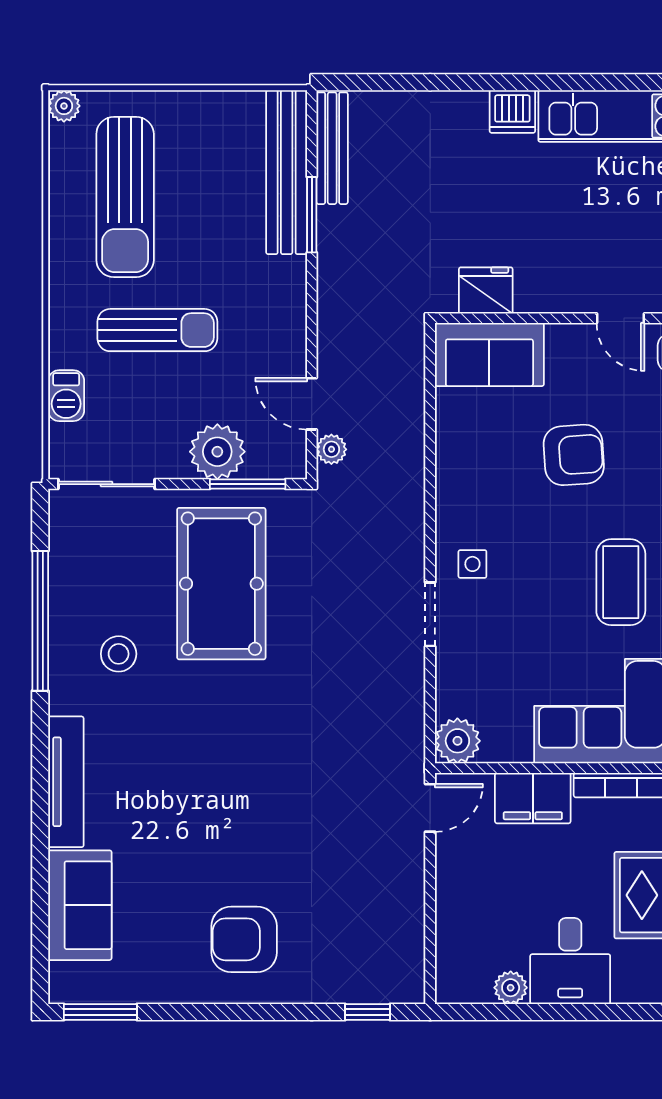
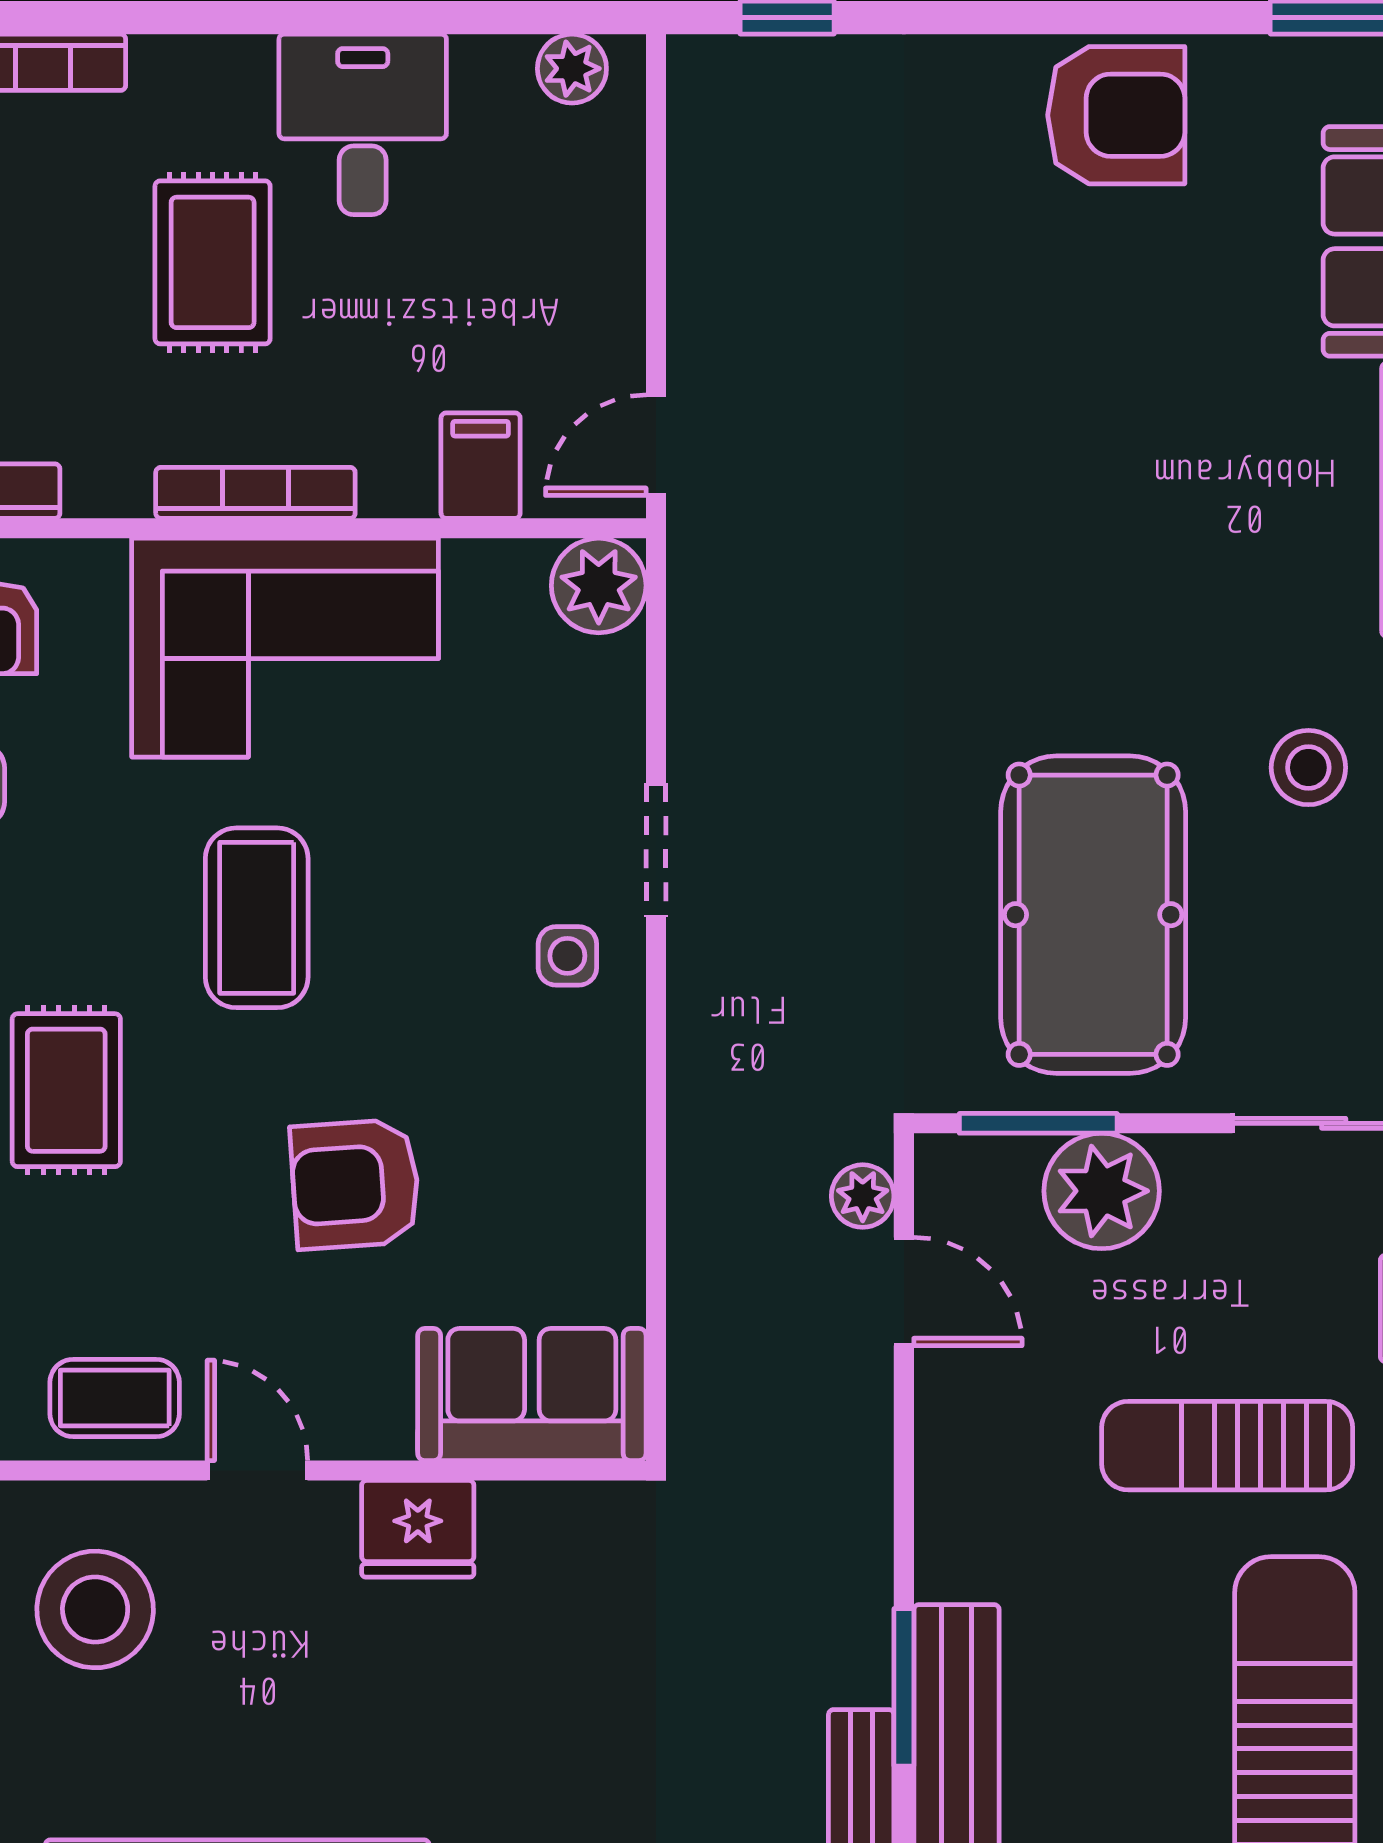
fridge: (486, 290) -> (418, 1529), moved
filing cabinet: (533, 798) -> (481, 466), width x0.50
armchair: (244, 939) -> (1116, 115), moved
plant: (511, 988) -> (572, 69), moved

